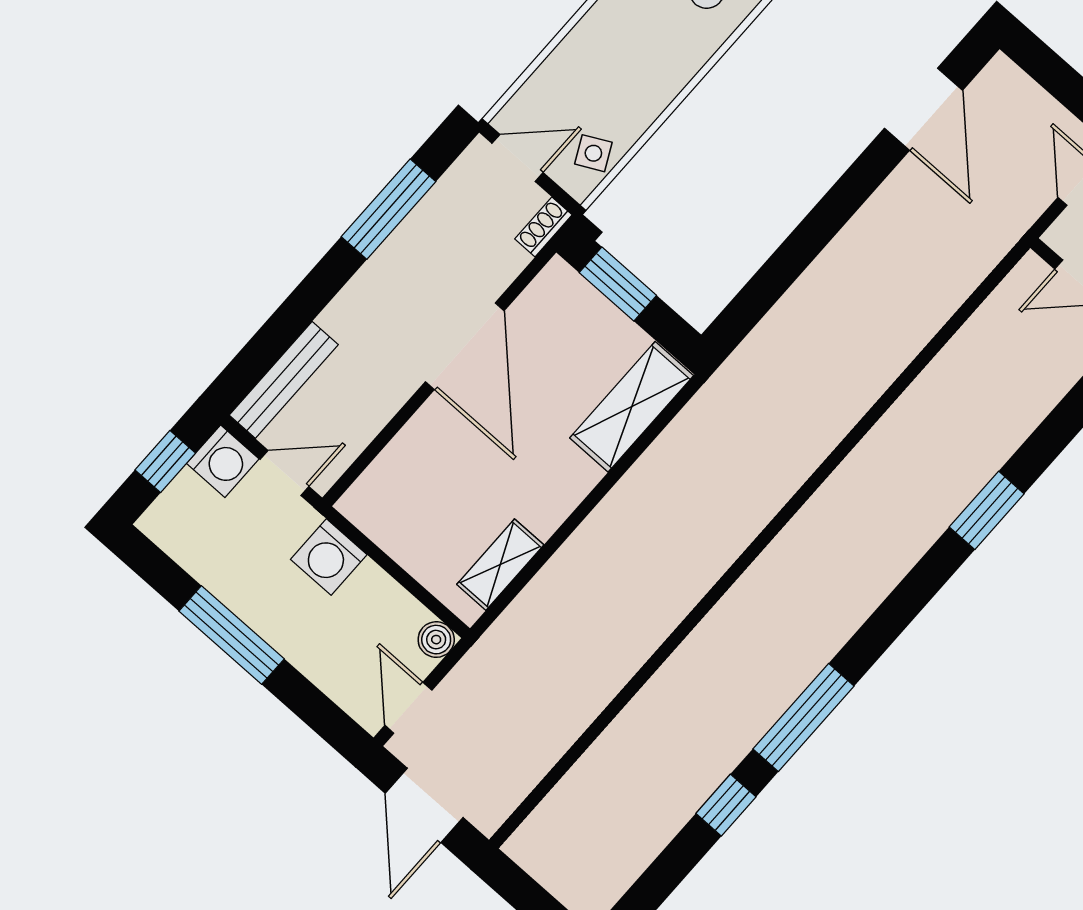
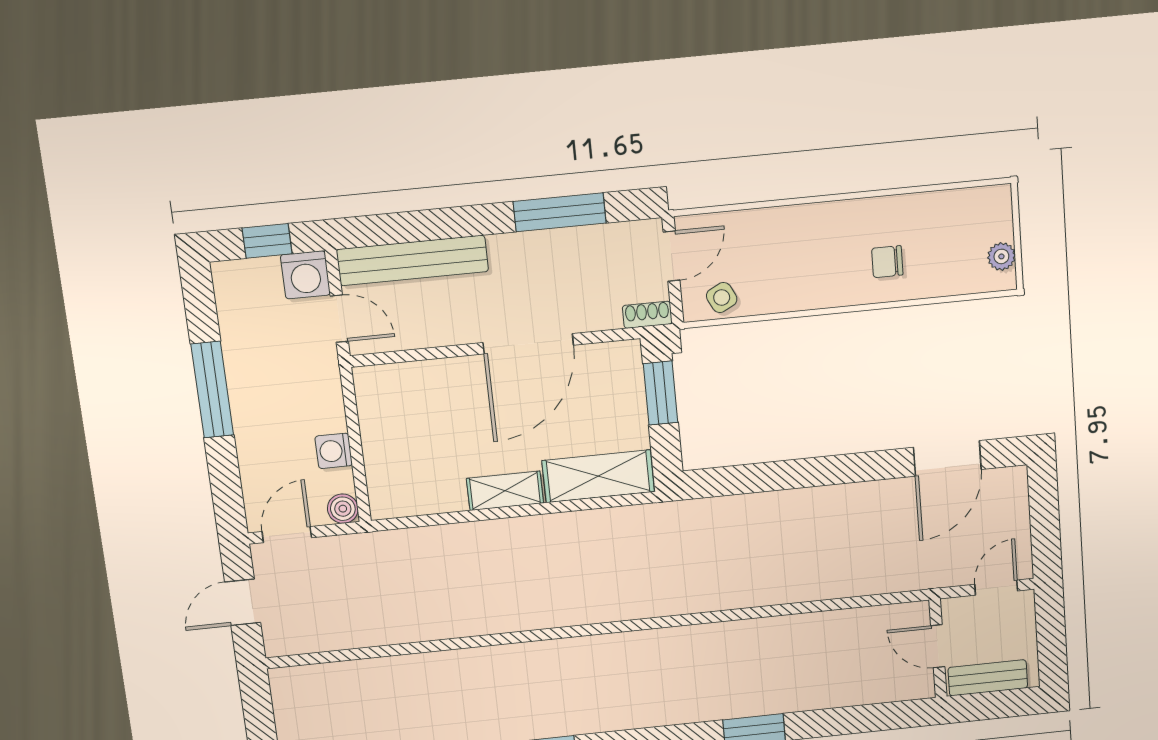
door: (518, 158) -> (672, 256), hinge flipped
bench: (284, 380) -> (413, 260), width x1.37, depth x1.21
washing machine: (329, 557) -> (334, 451), moved, width x0.73, depth x0.73
shelving: (500, 565) -> (505, 491), moved
door: (424, 805) -> (243, 602), width x0.73

